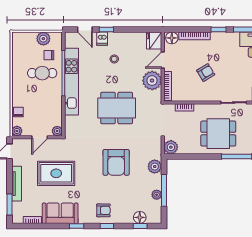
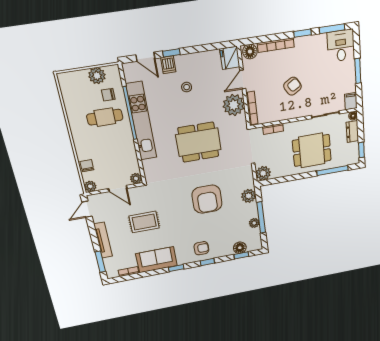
door: (40, 137) -> (118, 188), hinge flipped
rug: (56, 173) -> (144, 222), width x0.73, depth x0.70

